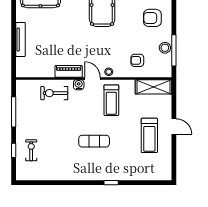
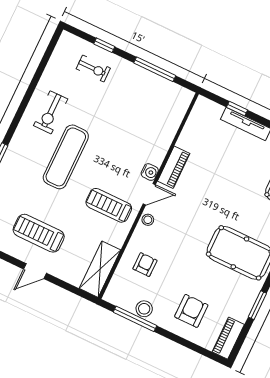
window: (14, 49) -> (237, 109), added
exercise bike: (54, 93) -> (51, 112), moved, turned 180
exercise mat: (94, 141) -> (66, 157), width x1.36, depth x1.45

